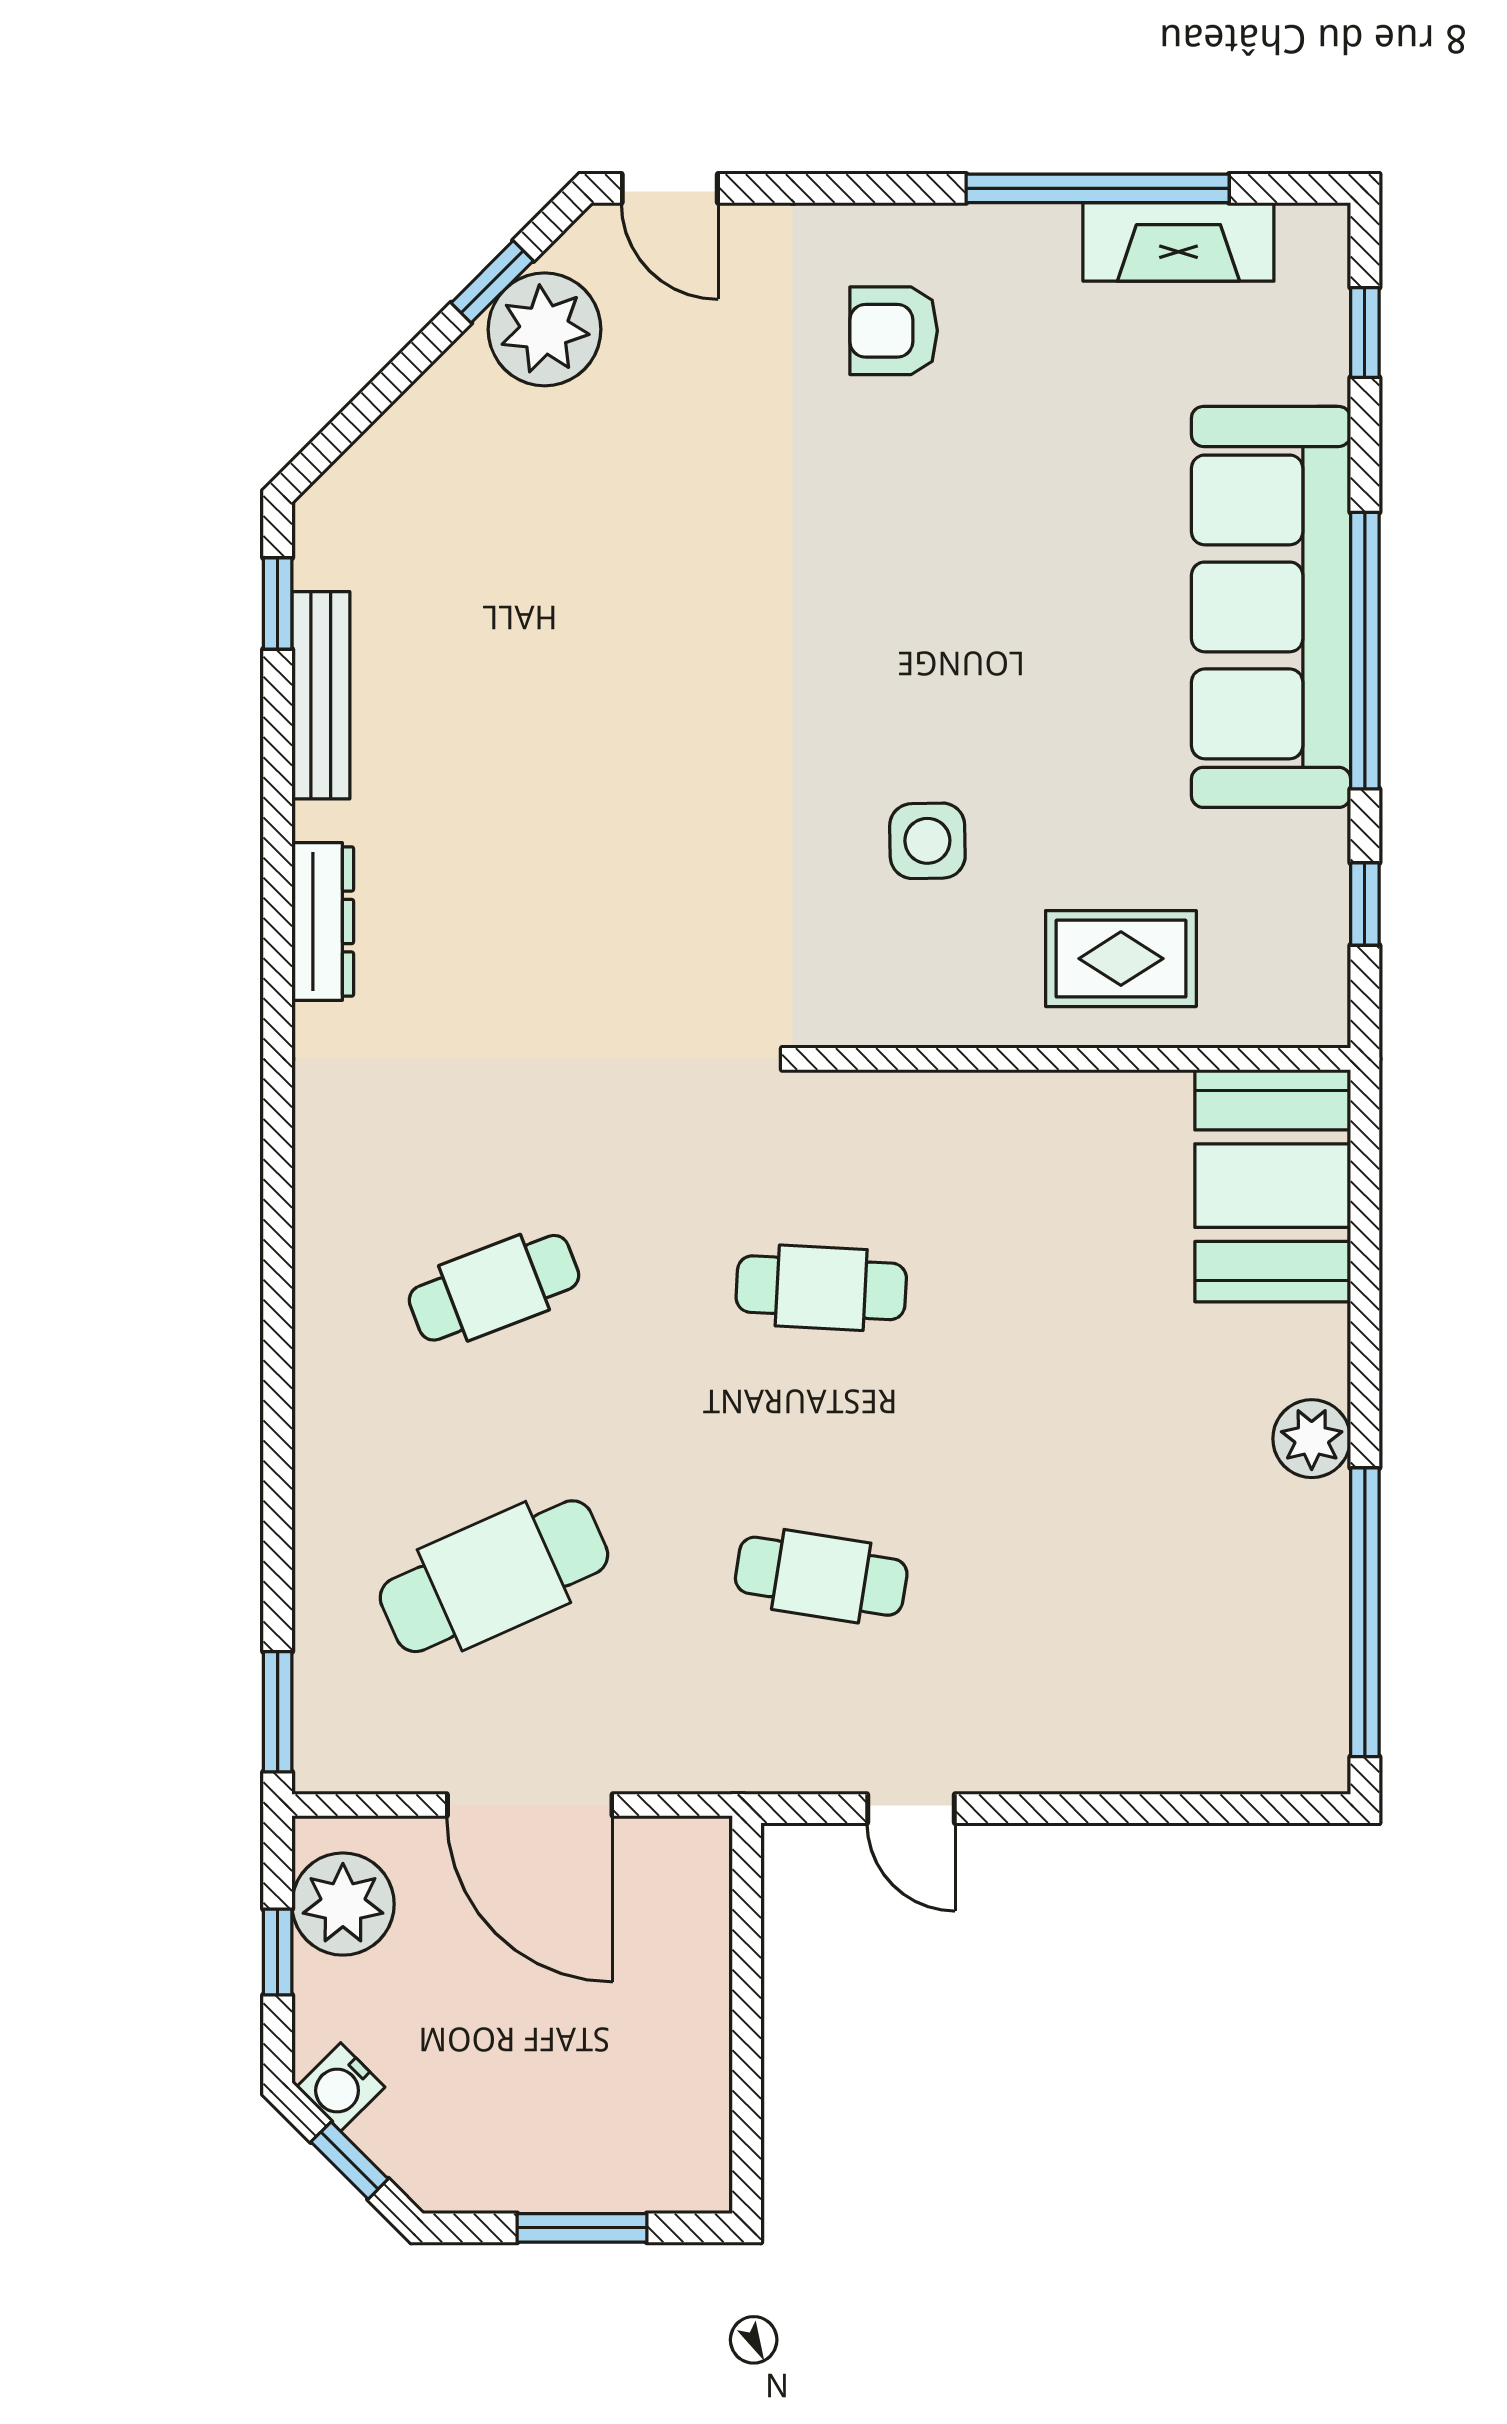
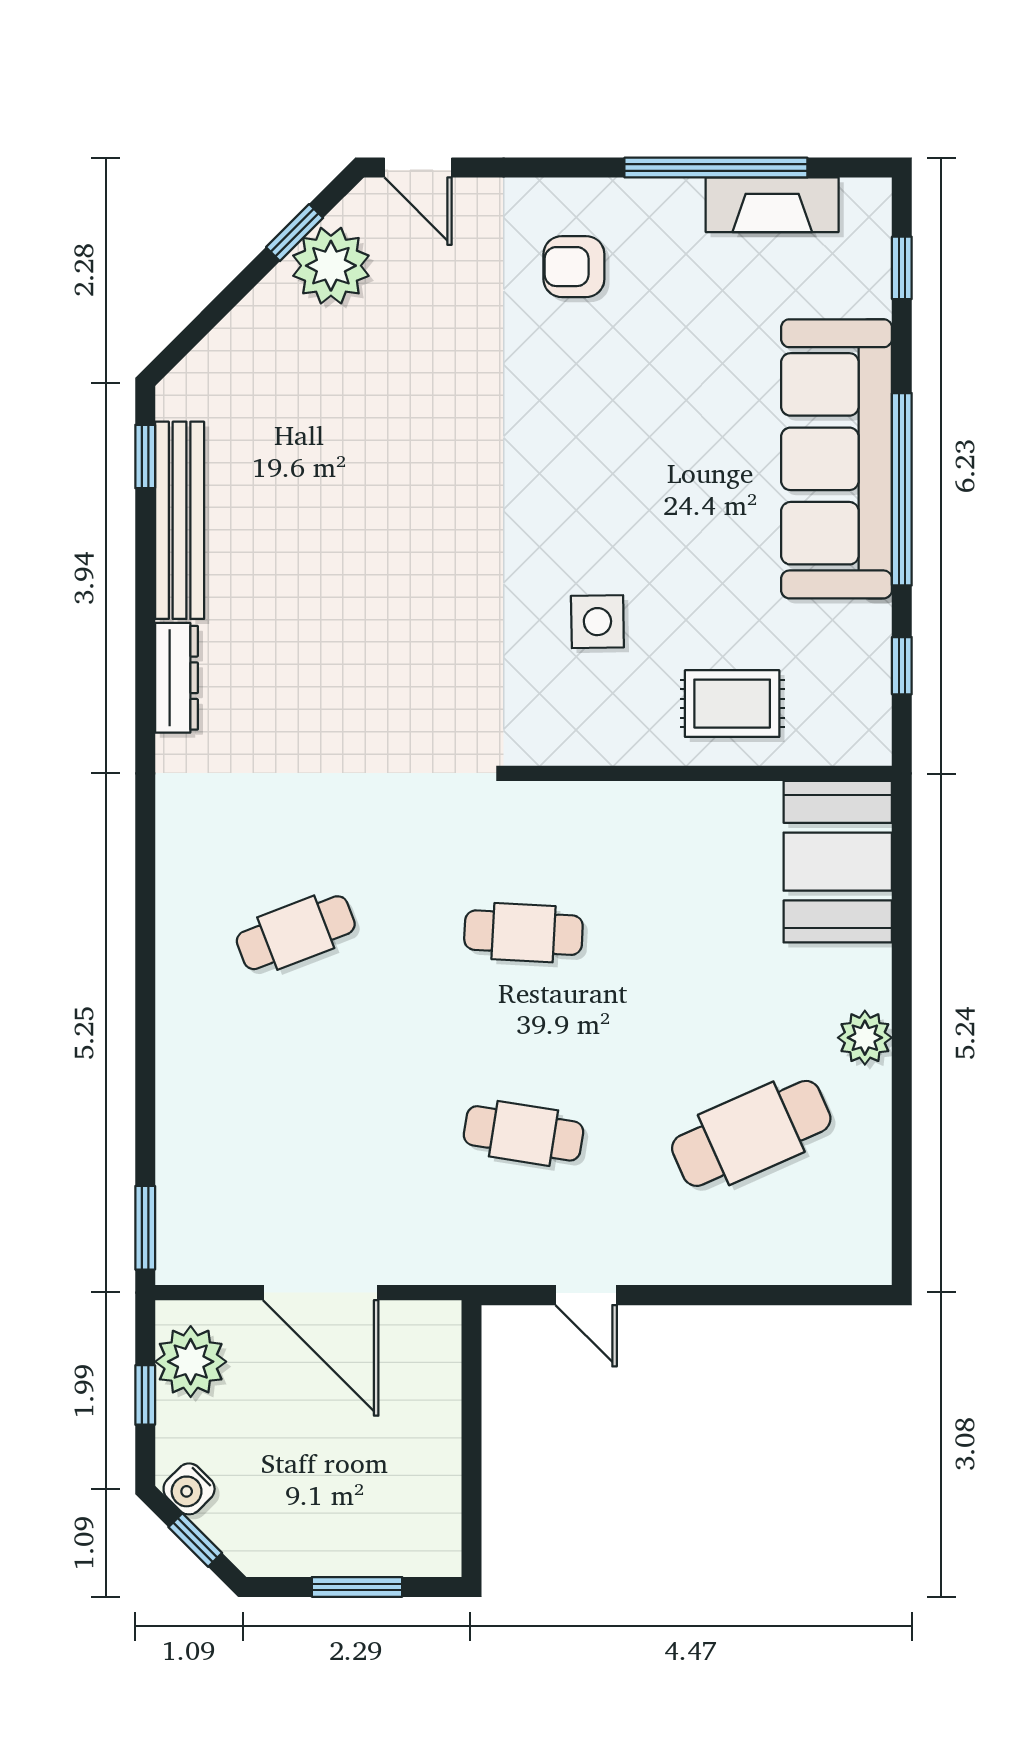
bench: (321, 695) -> (180, 520), width x1.37, depth x1.21
cafe table: (494, 1576) -> (751, 1133), moved
window: (1365, 1612) -> (902, 1158), removed

